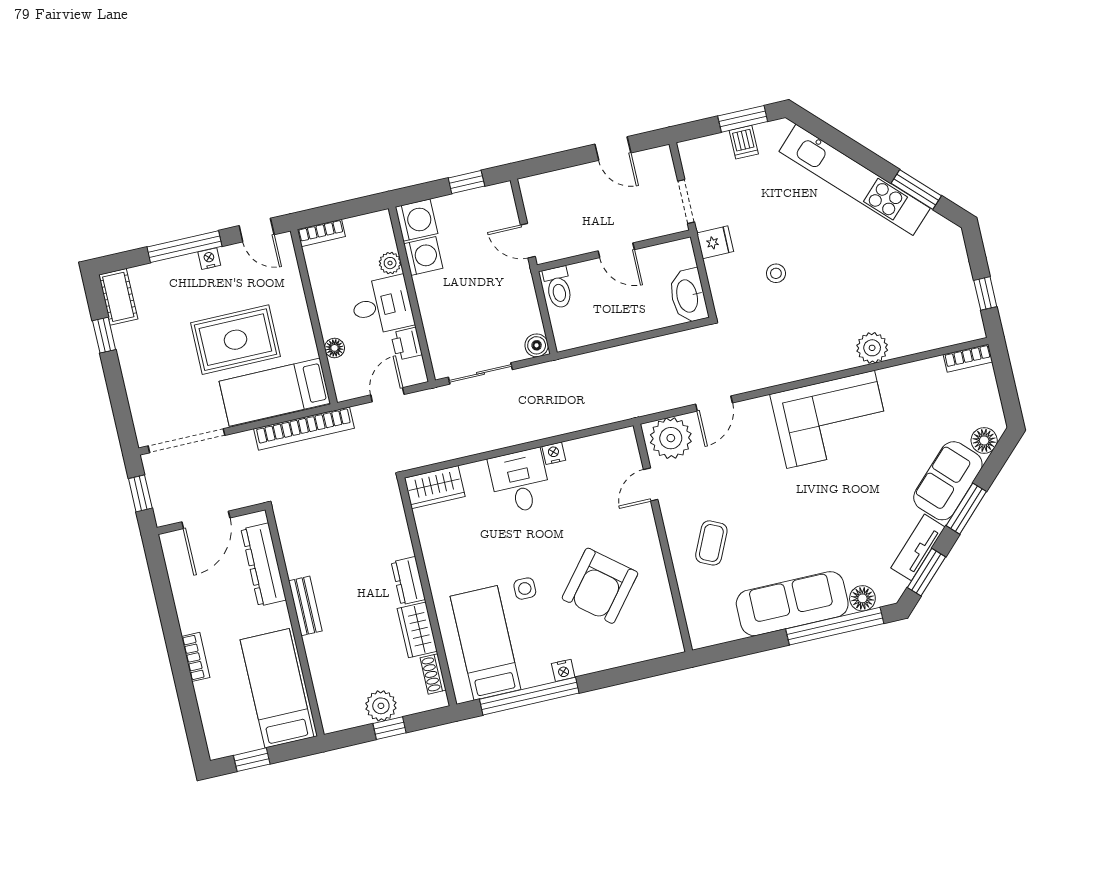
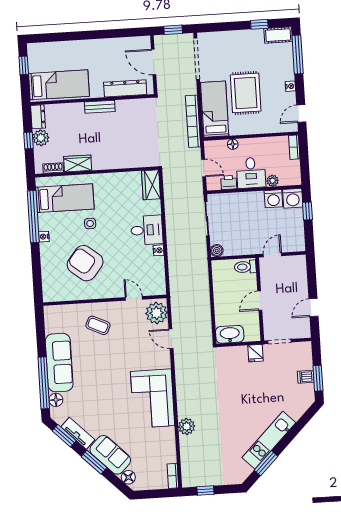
kitchen unit: (855, 180) -> (269, 440), width x0.73
window: (466, 182) -> (307, 211), moved
window: (185, 247) -> (298, 54), moved
stool: (776, 273) -> (234, 382), removed
dresser: (408, 581) -> (38, 117), moved, turned 90
bookcase: (196, 657) -> (82, 45), removed

